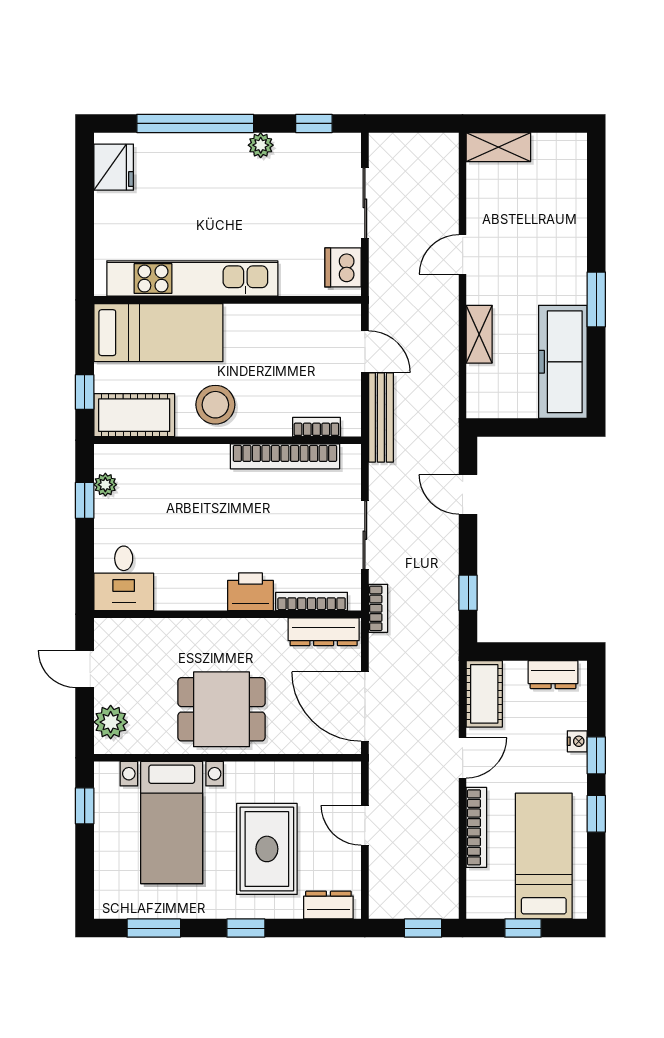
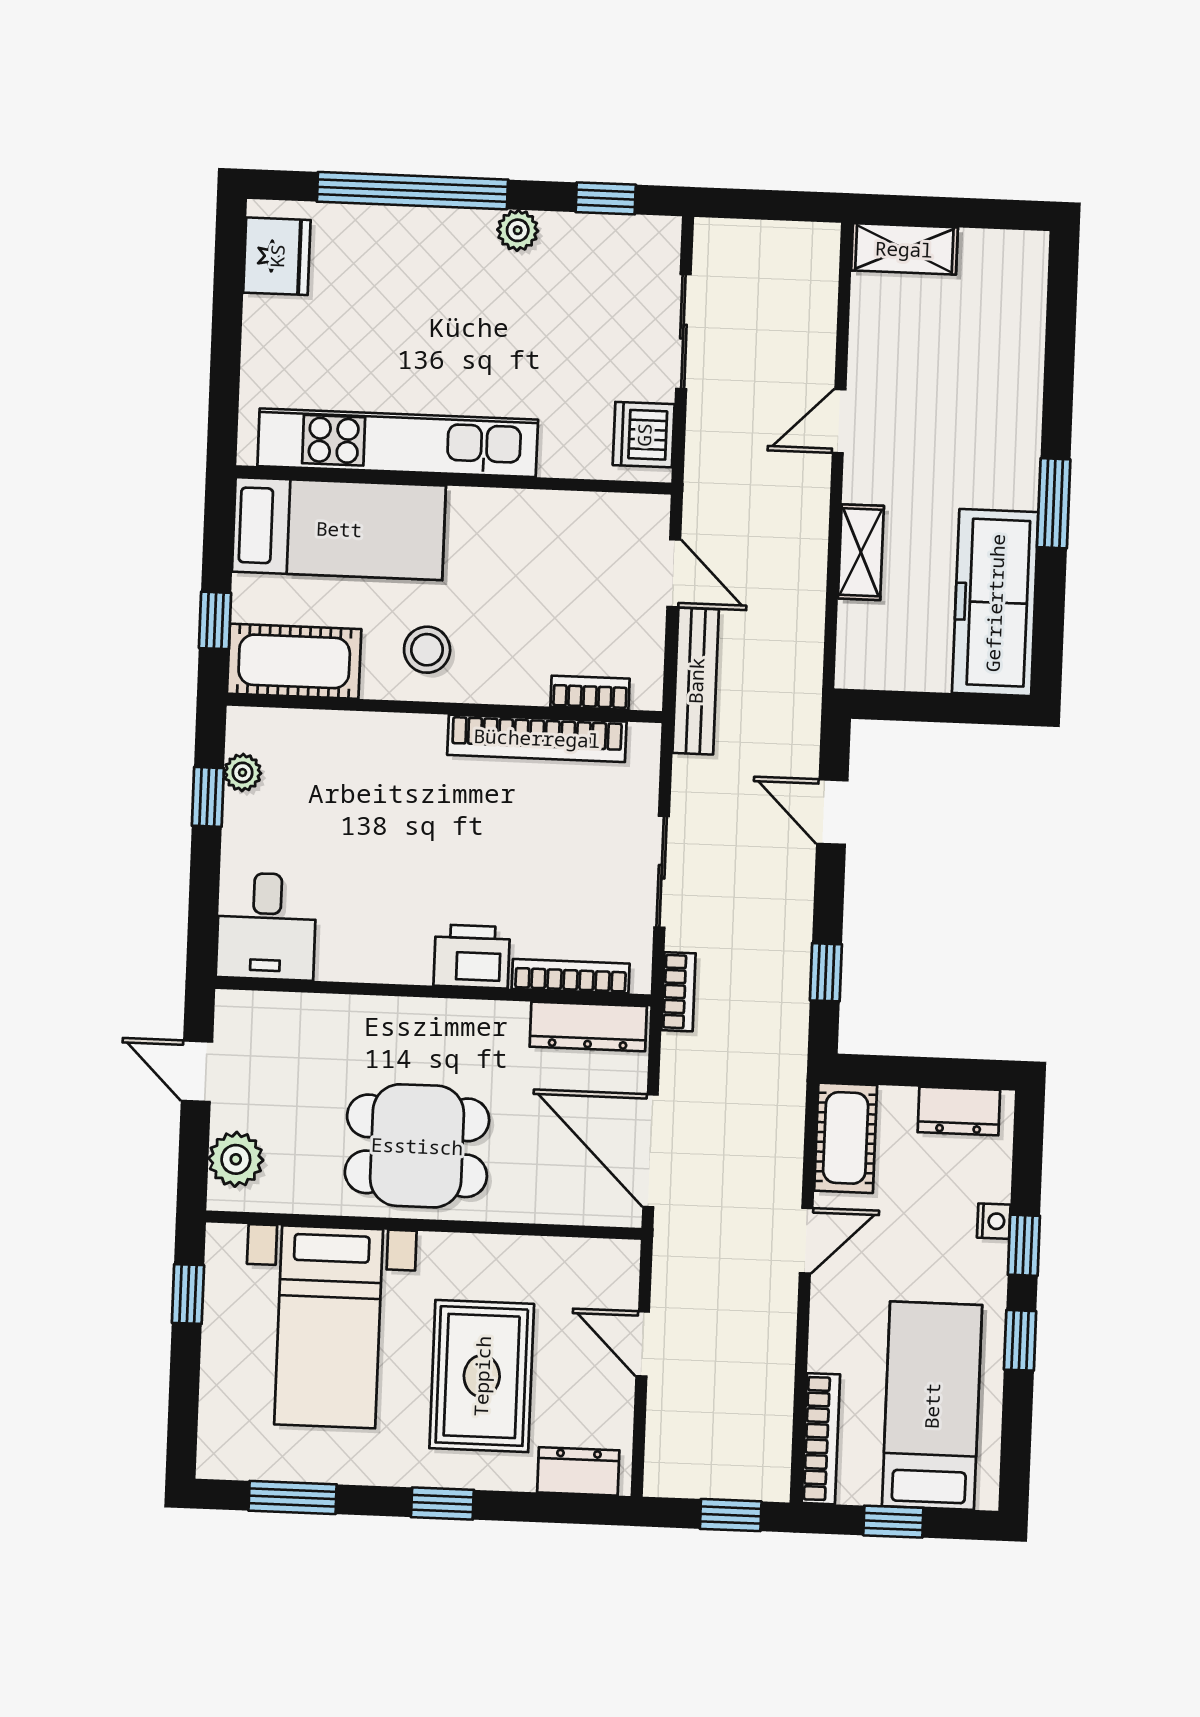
stool: (215, 405) -> (427, 650), width x0.73, depth x0.73
bookcase: (476, 827) -> (821, 1439), moved

